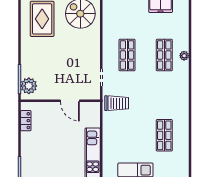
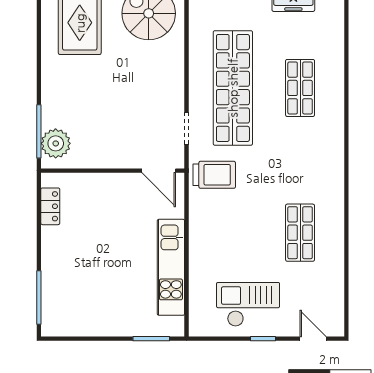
shop shelf: (127, 55) -> (233, 88), width x2.00, depth x1.36
plant: (184, 56) -> (336, 89), removed
door: (70, 101) -> (159, 171), moved

